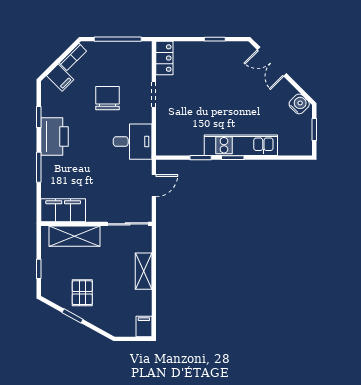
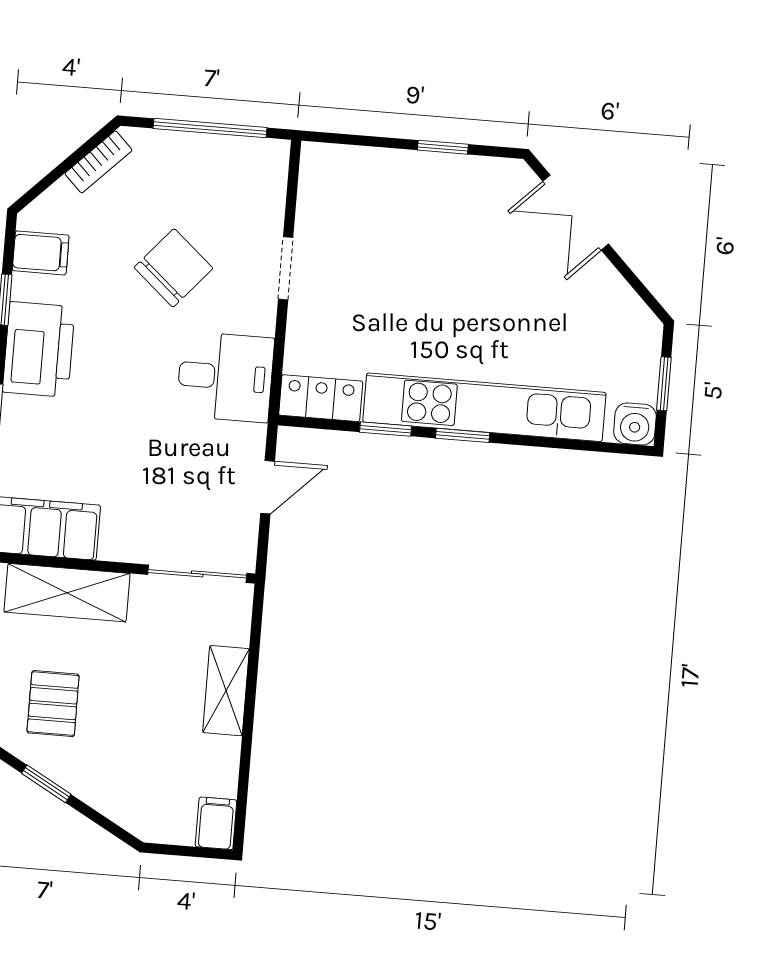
locker: (164, 58) -> (321, 398), moved, turned -90
filing cabinet: (60, 78) -> (41, 253), moved, turned -45
chair: (107, 98) -> (174, 268), turned 41
water cooler: (299, 104) -> (635, 424), moved, turned 135
kitchen unit: (241, 145) -> (484, 407), width x1.36
pallet: (82, 293) -> (53, 704), moved

